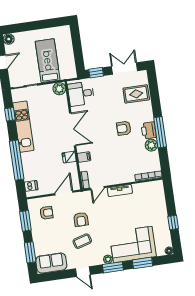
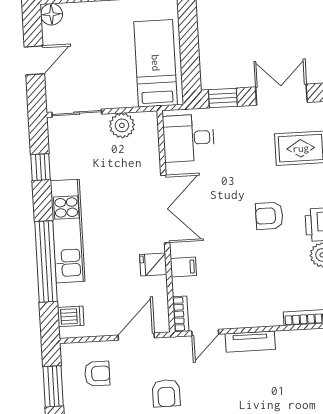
bed: (48, 61) -> (156, 63), moved
plant: (59, 89) -> (122, 125), moved
kitchen unit: (23, 127) -> (68, 231), moved

